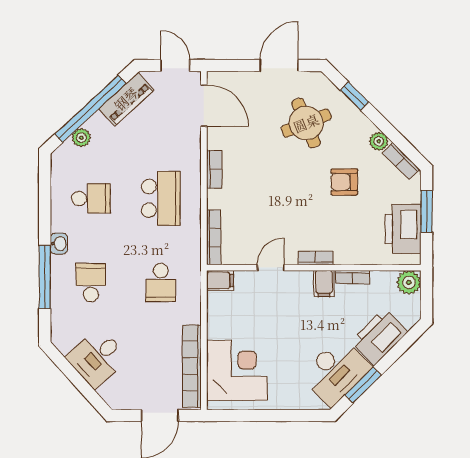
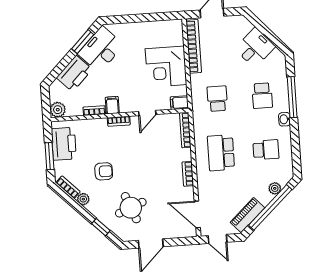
school desk: (91, 198) -> (266, 150), turned 180
corner desk: (237, 370) -> (166, 67), moved

